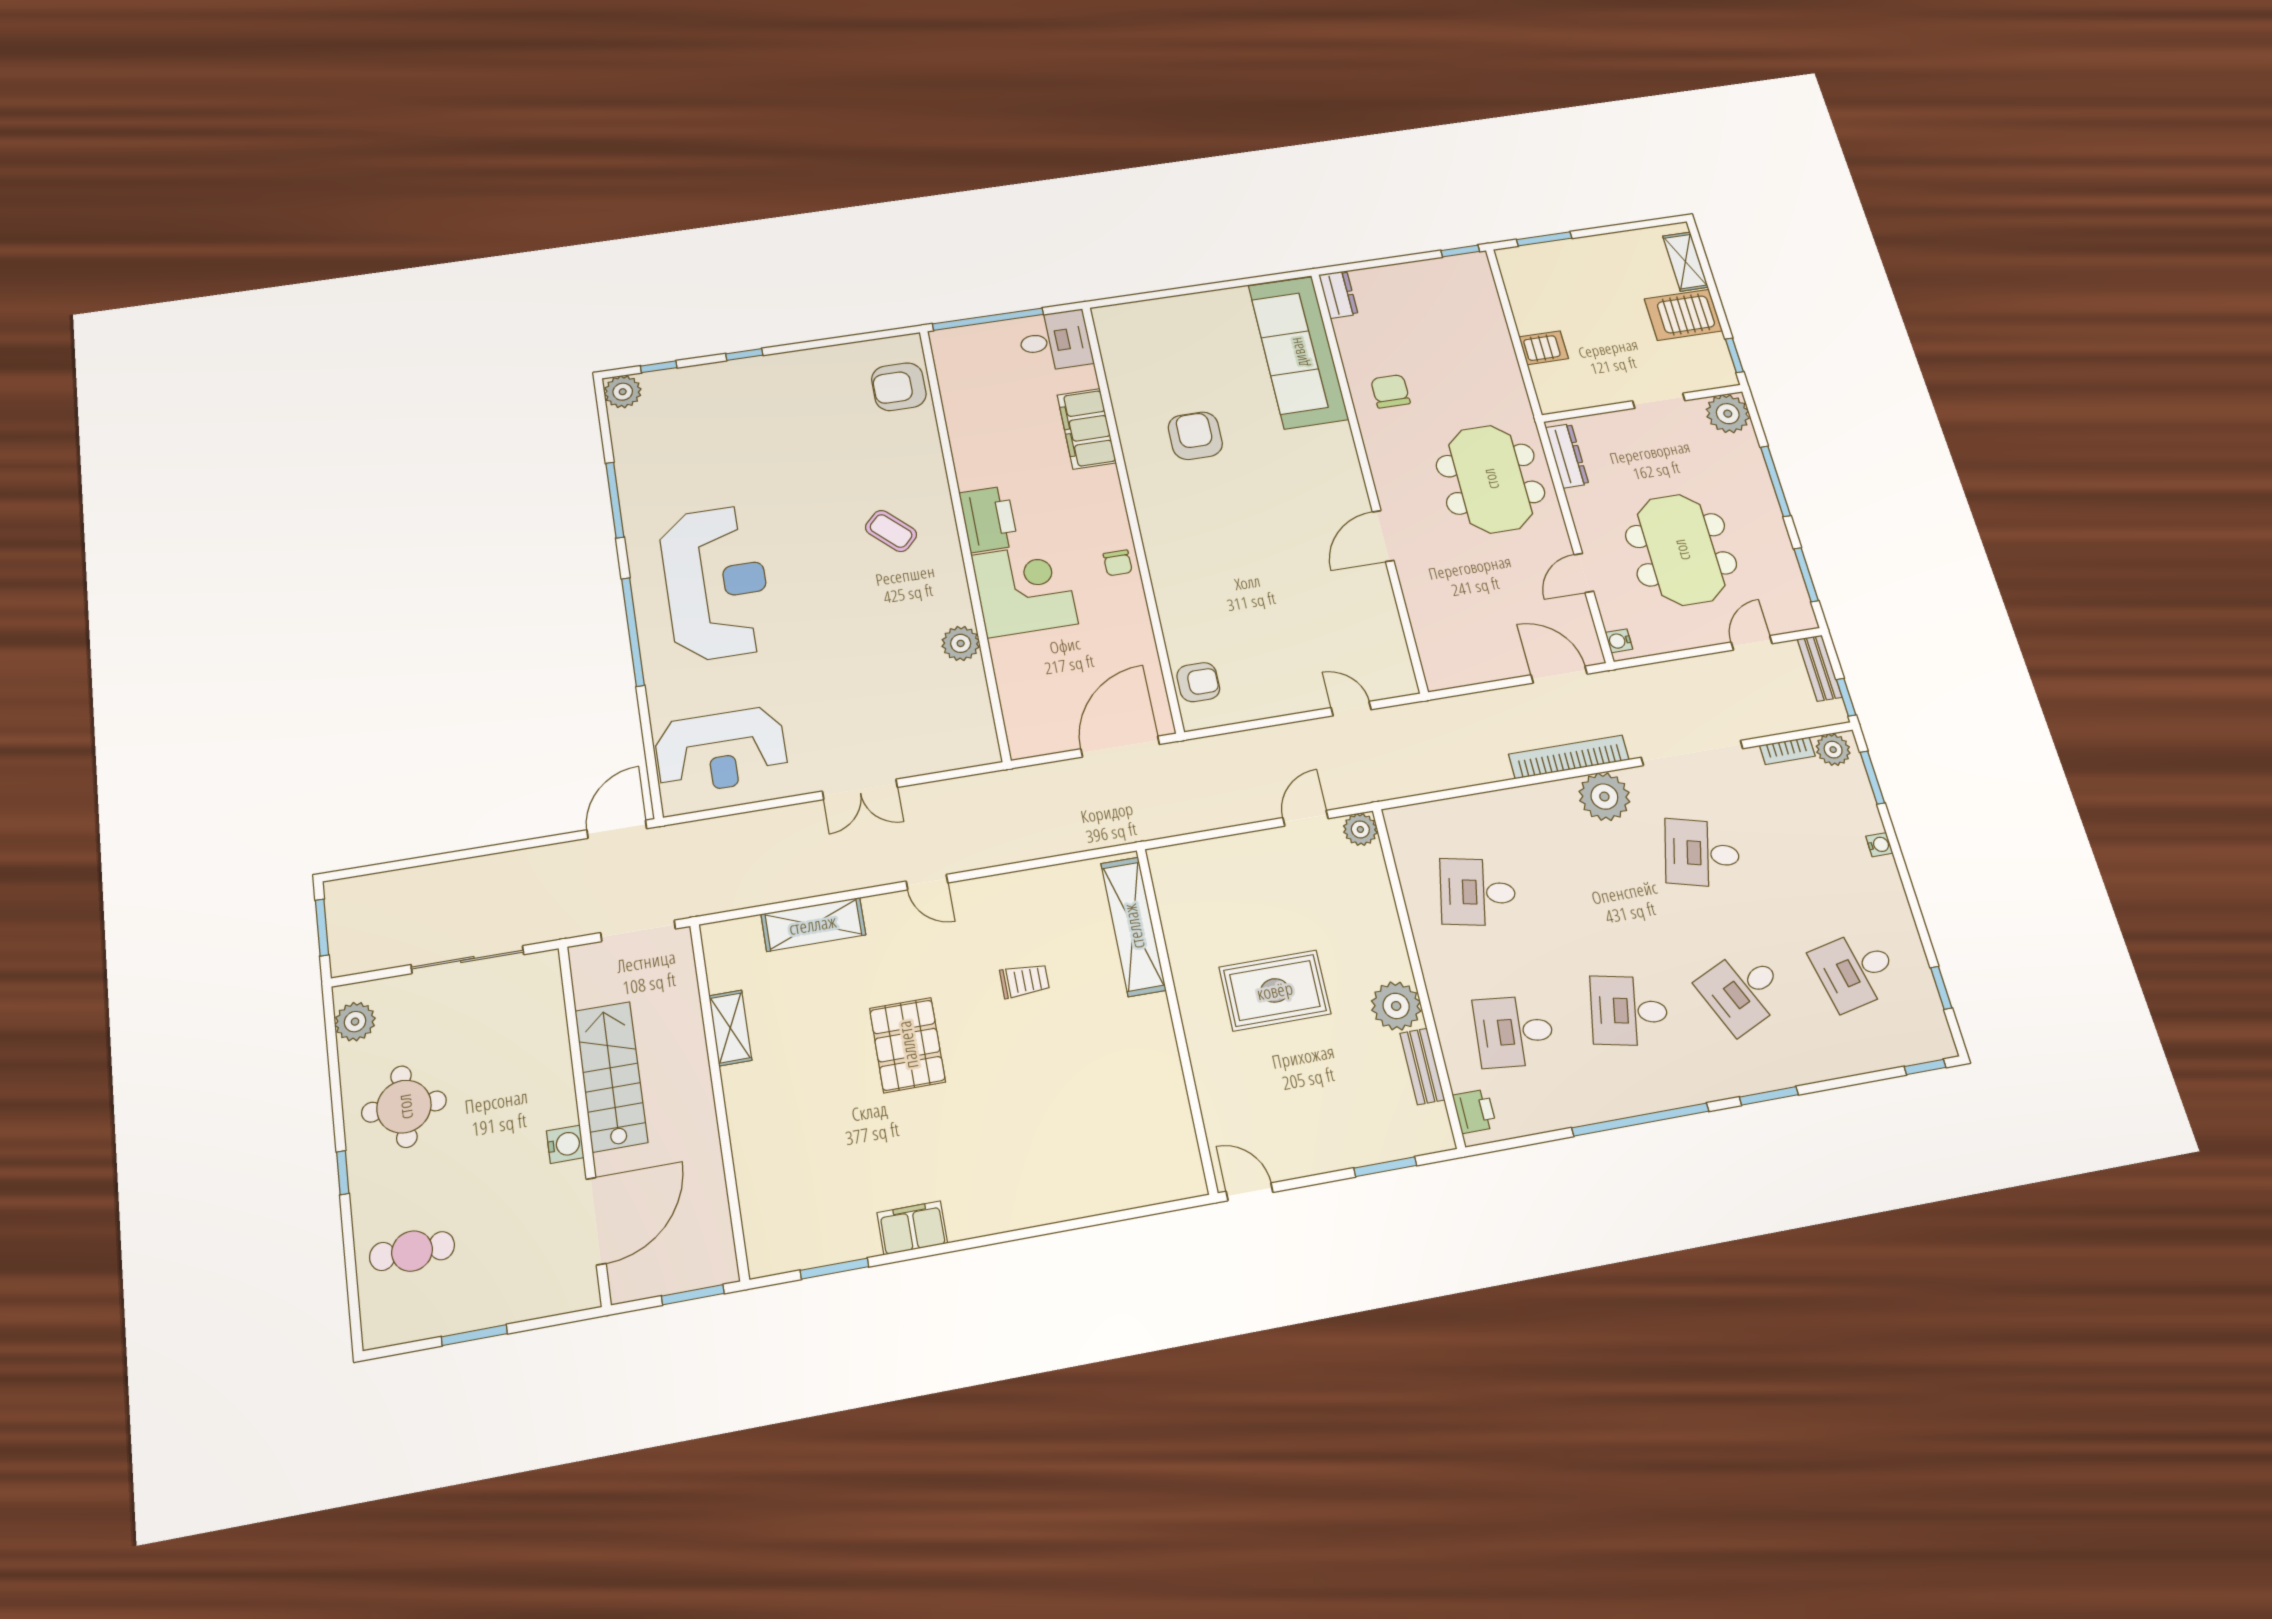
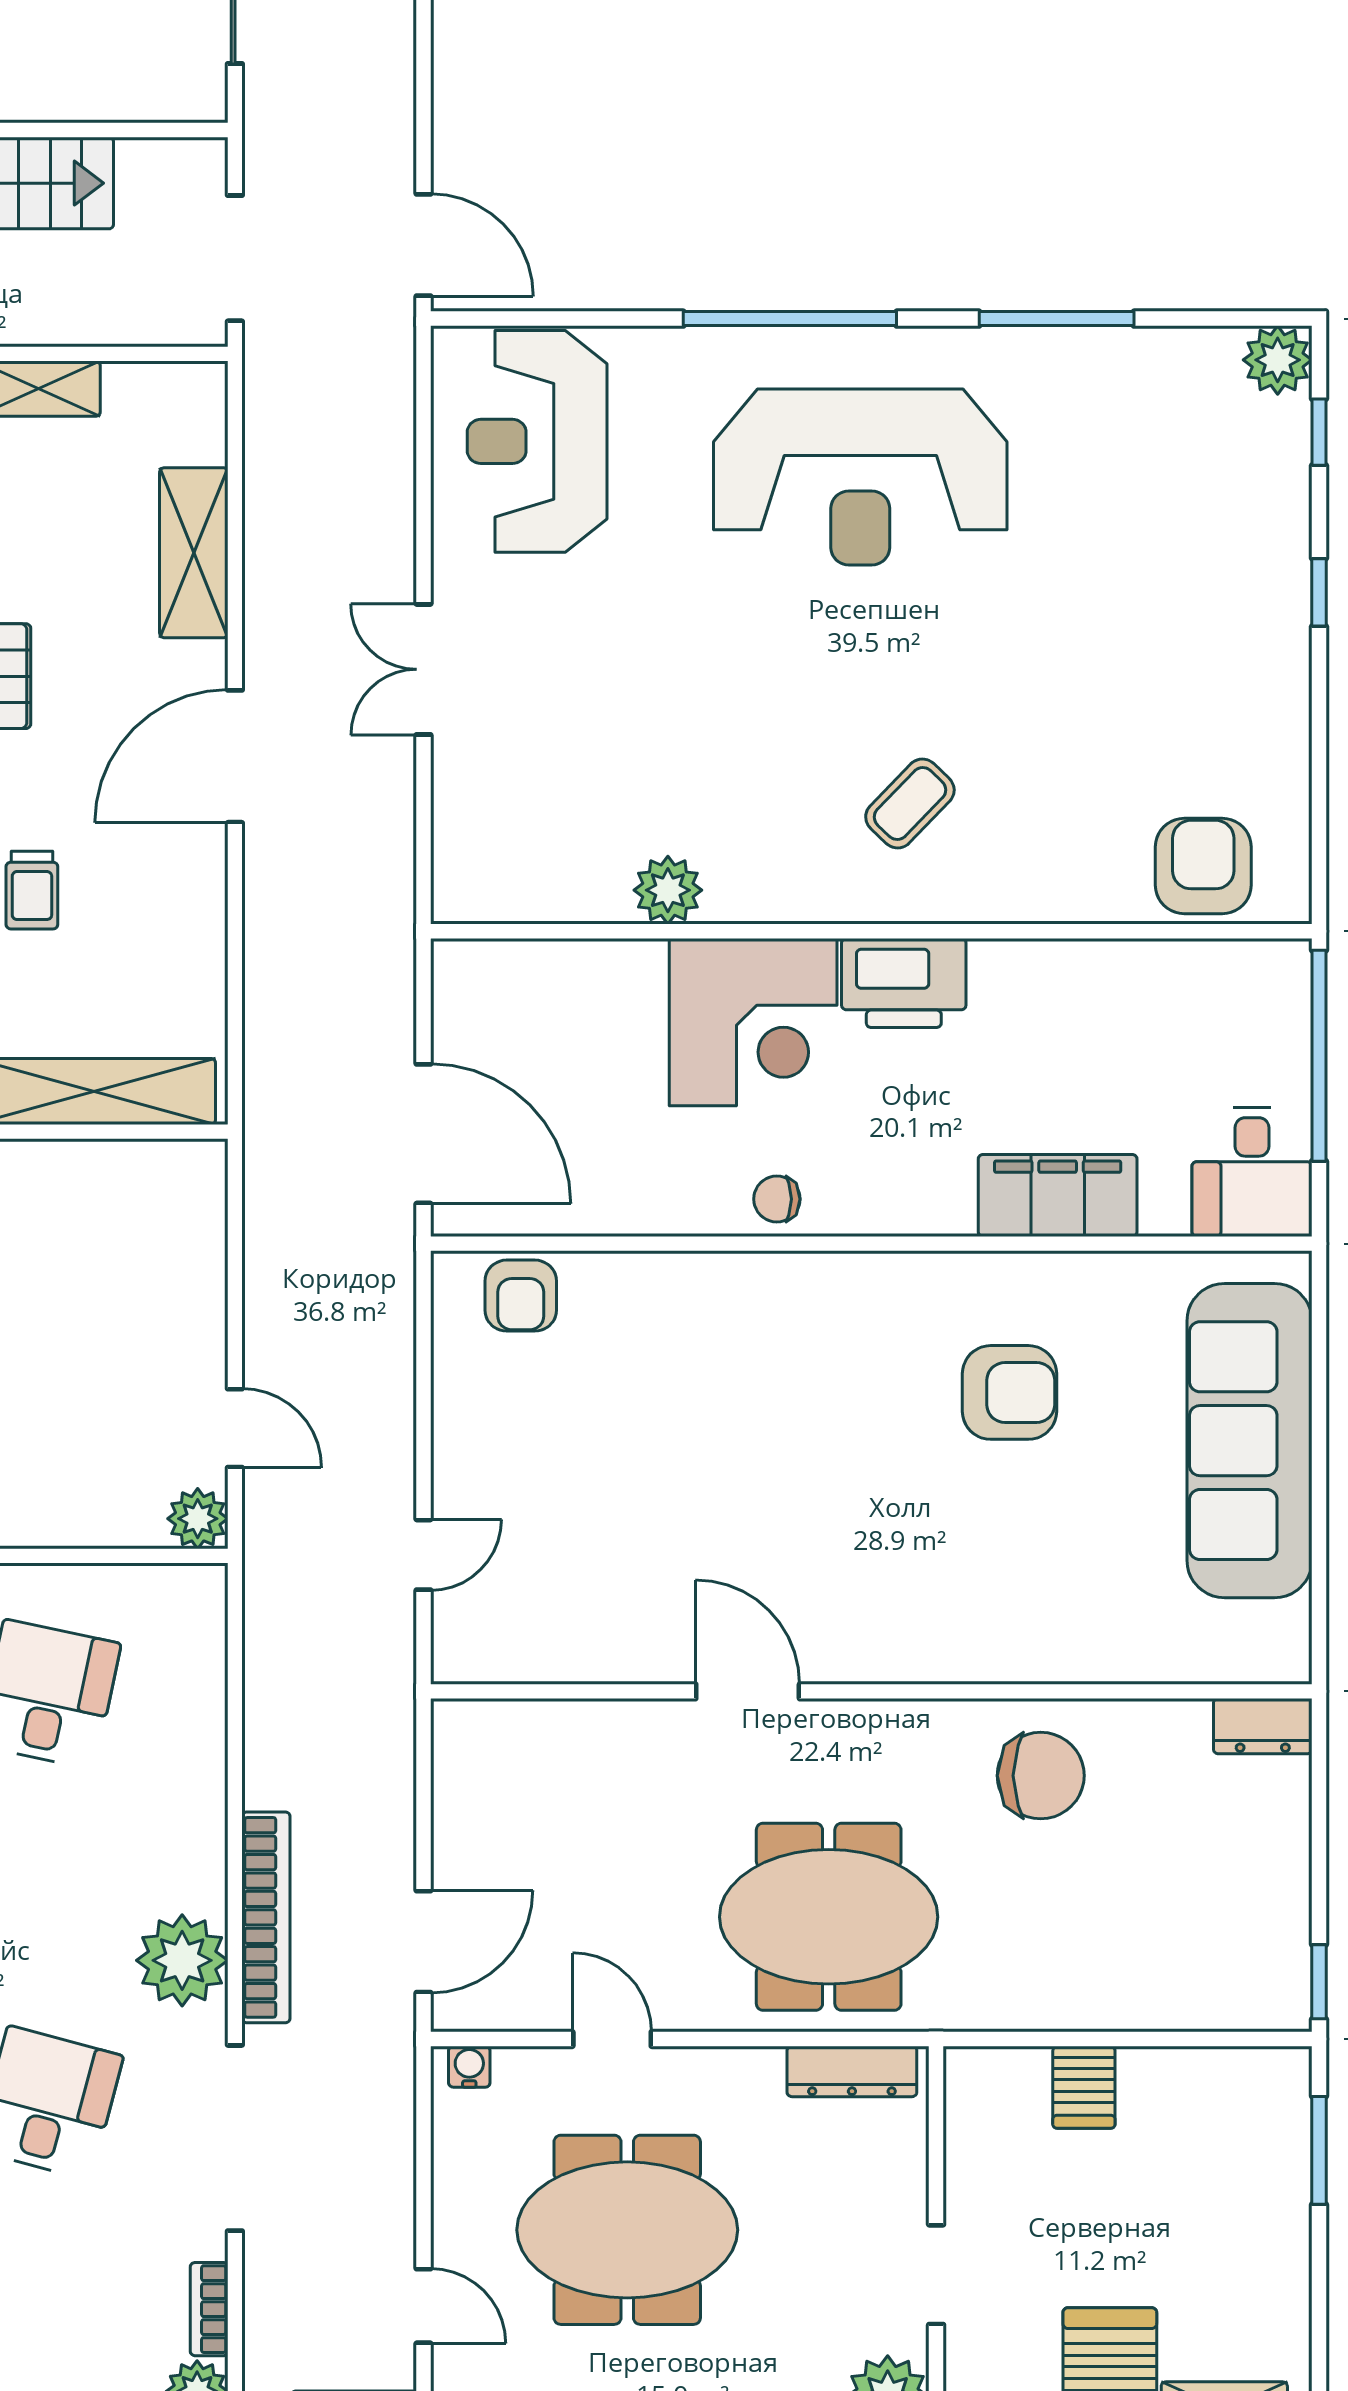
sofa: (1298, 352) -> (1250, 1441), moved, turned -90
chair: (1390, 391) -> (1041, 1776), width x1.37, depth x1.37
door: (927, 882) -> (235, 756), width x1.87

